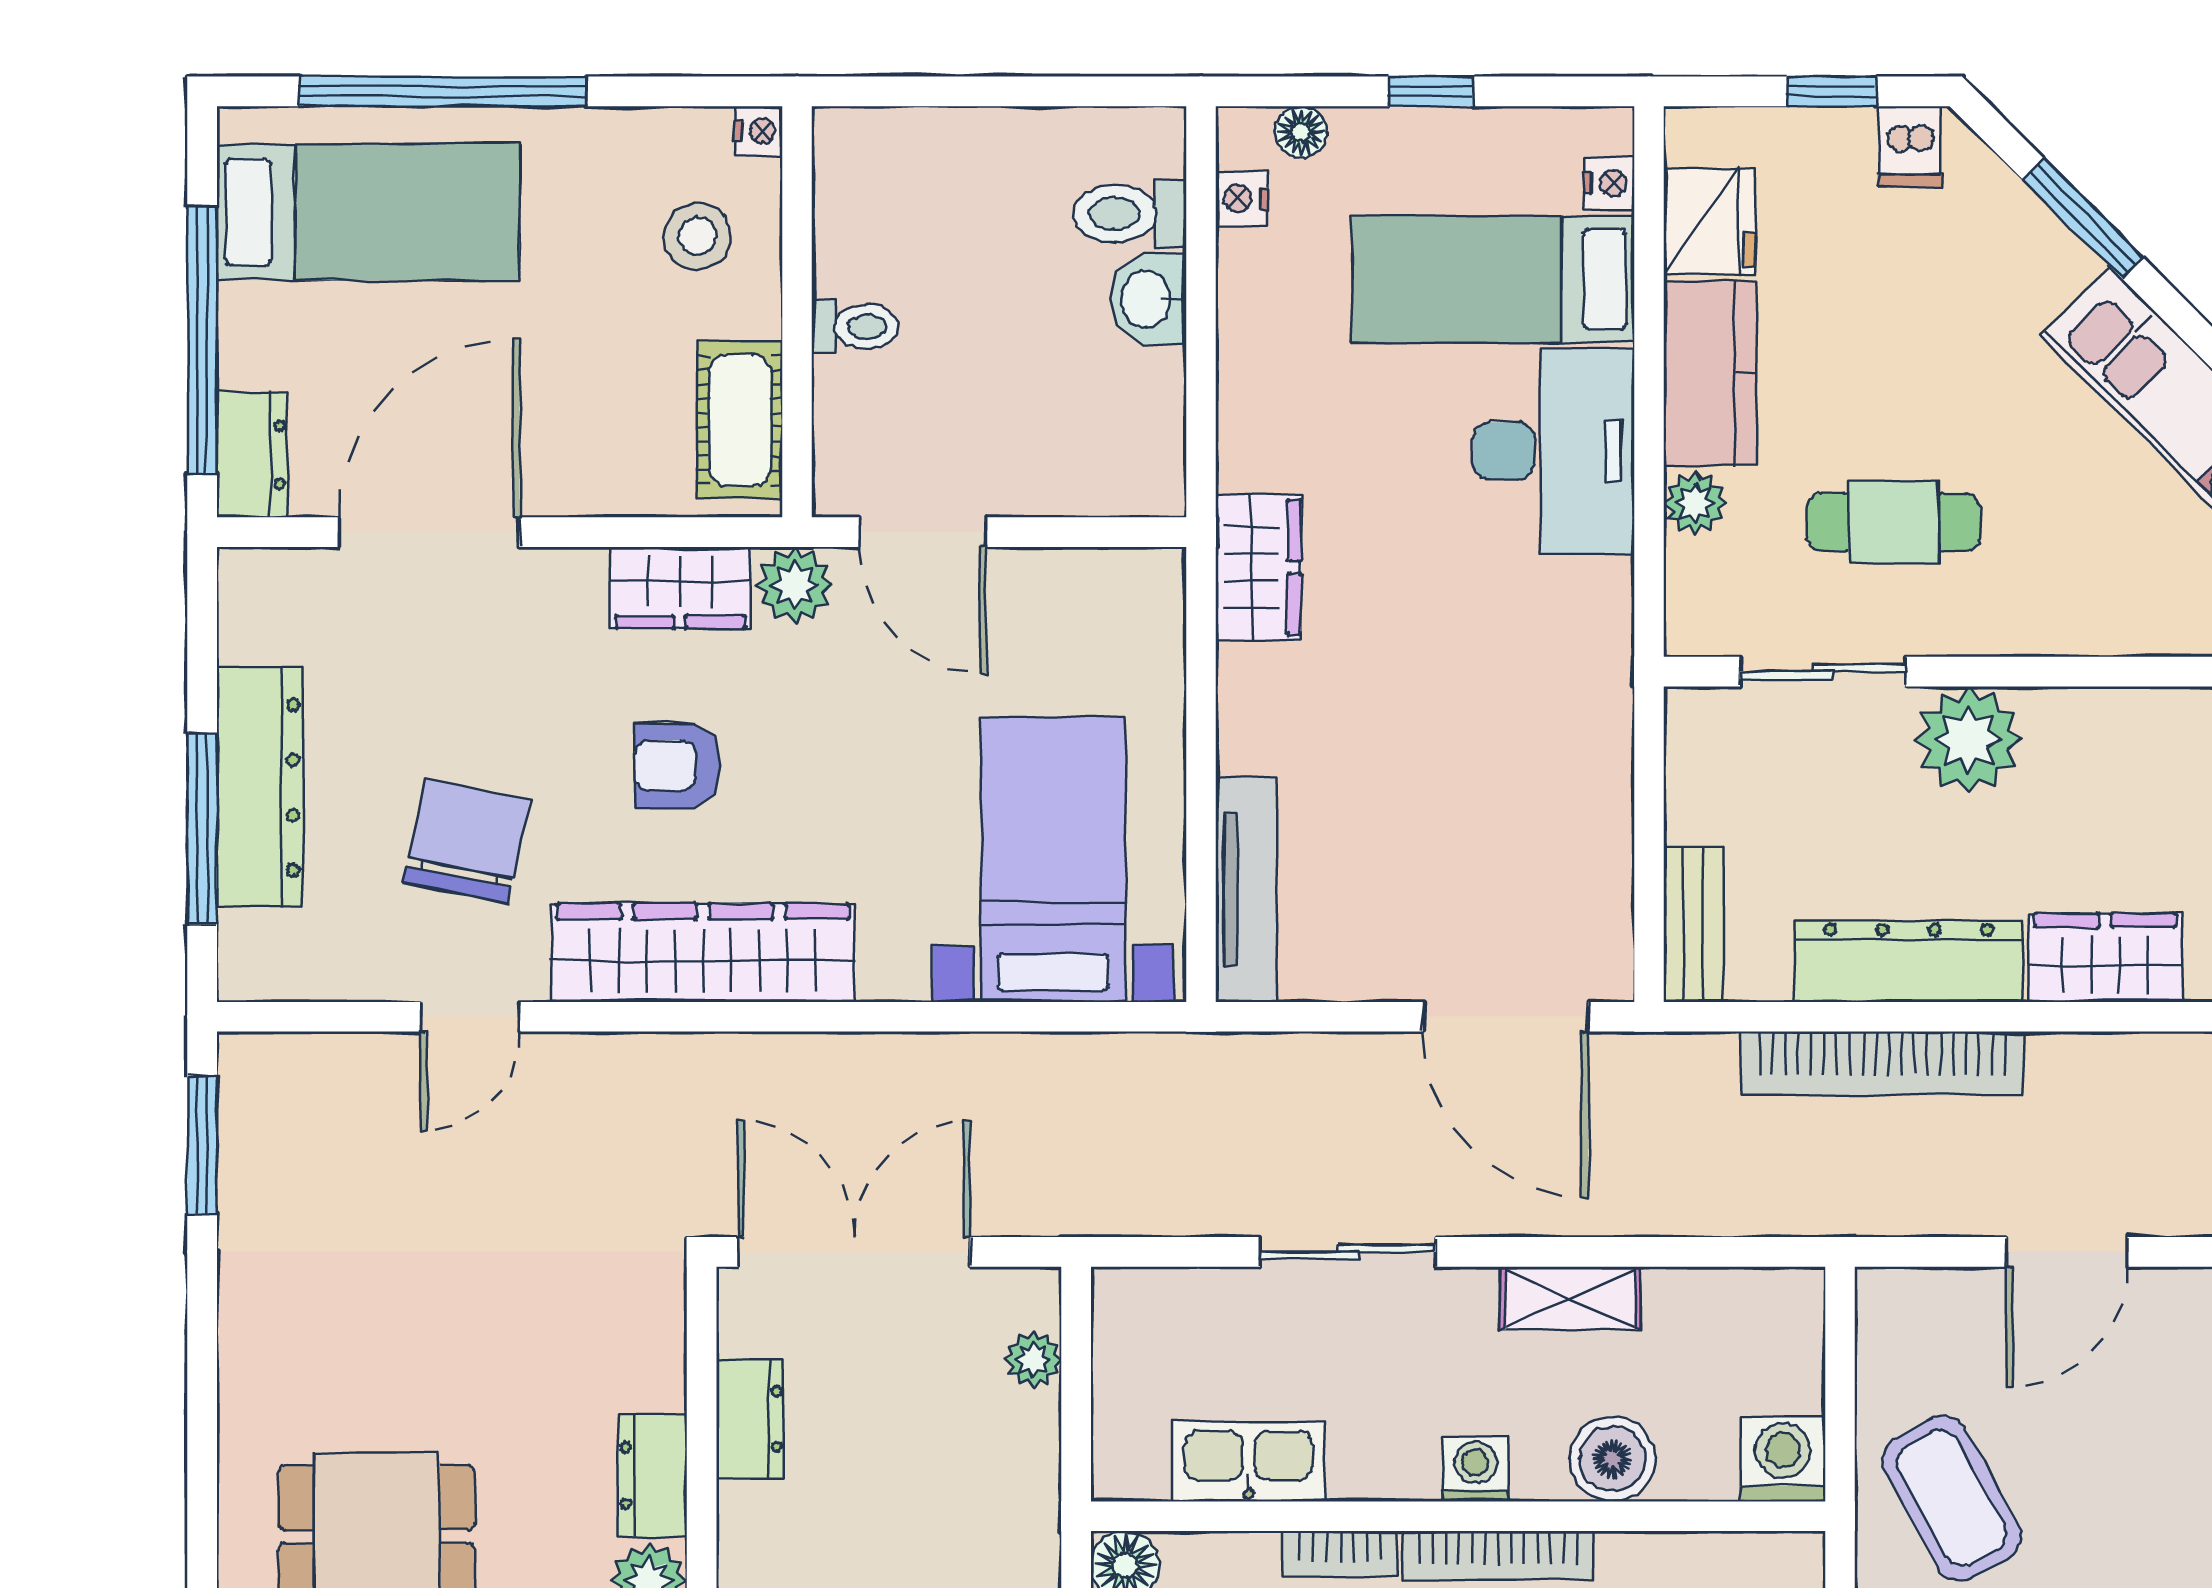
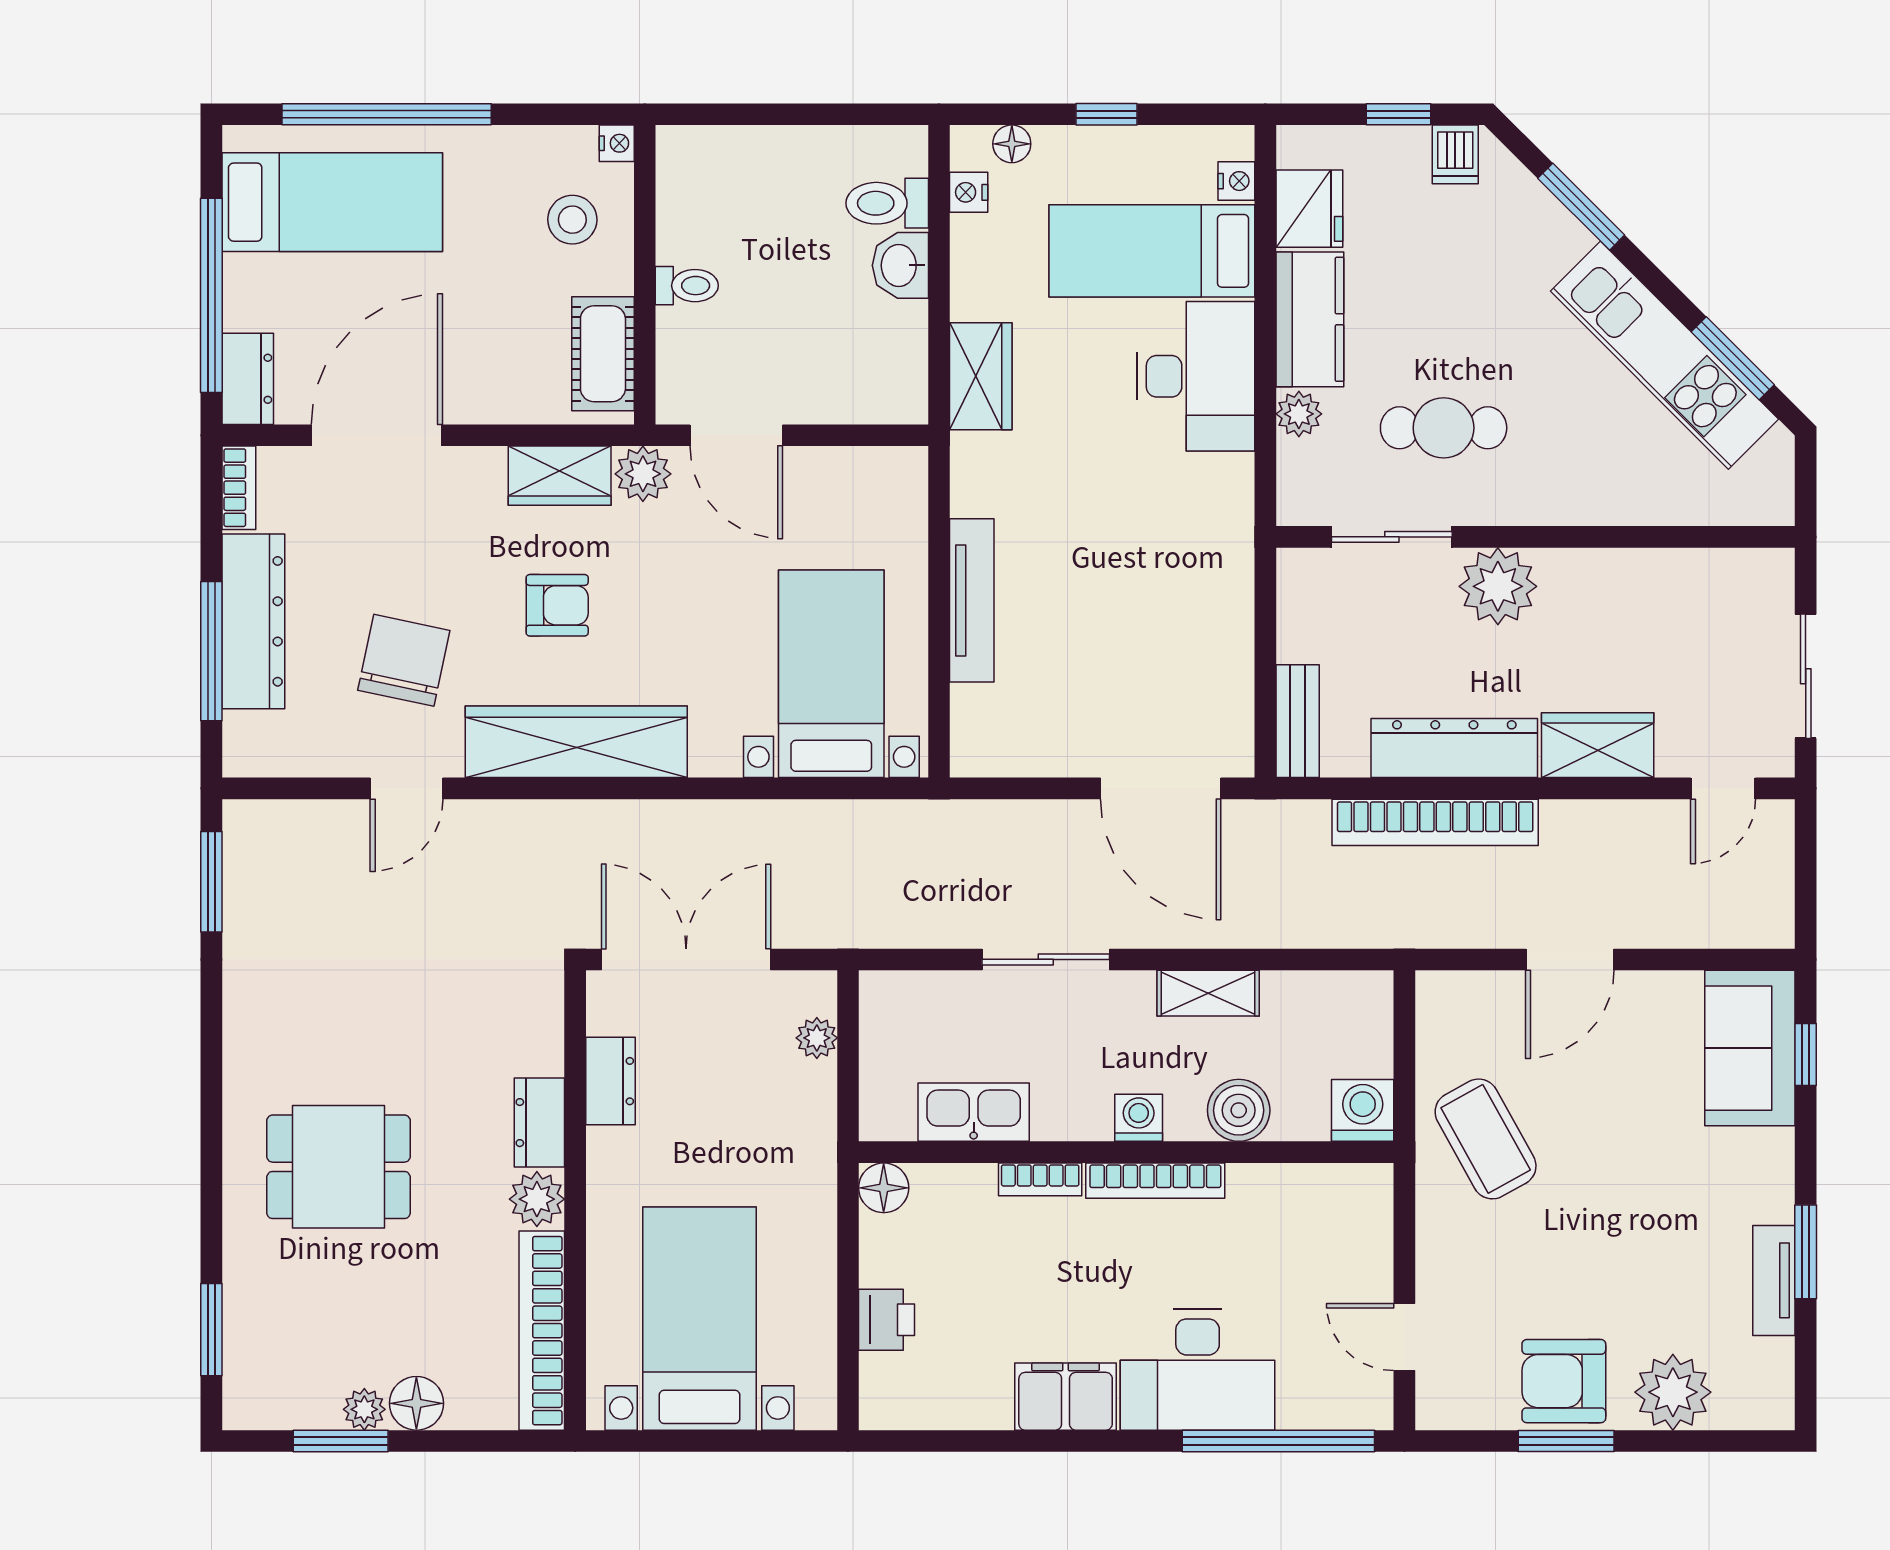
wardrobe: (1258, 567) -> (981, 376), moved
bookcase: (240, 604) -> (239, 488), added
armchair: (677, 766) -> (557, 605), turned 180
tv unit: (1246, 890) -> (972, 600), moved

